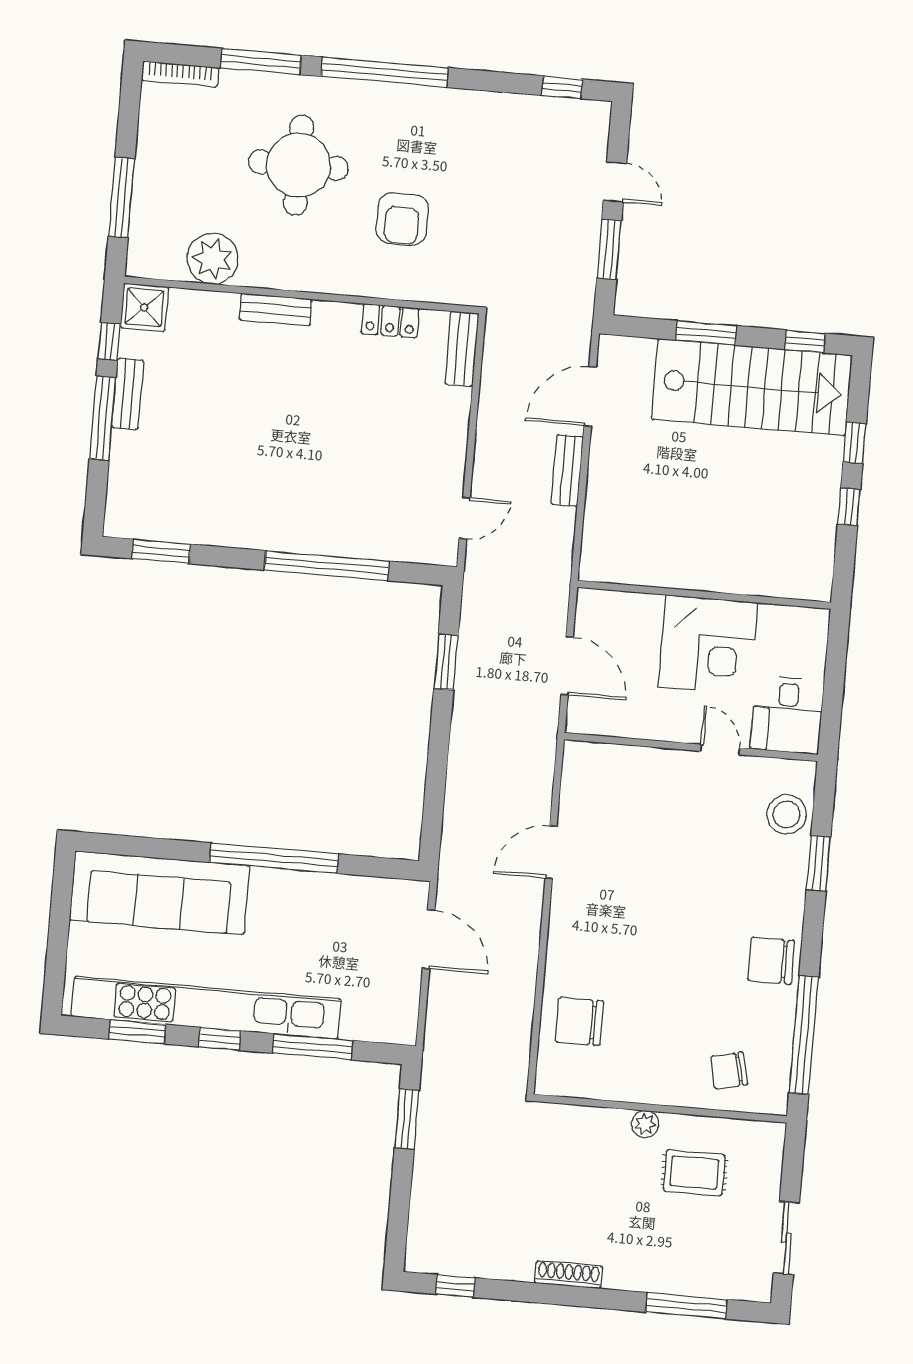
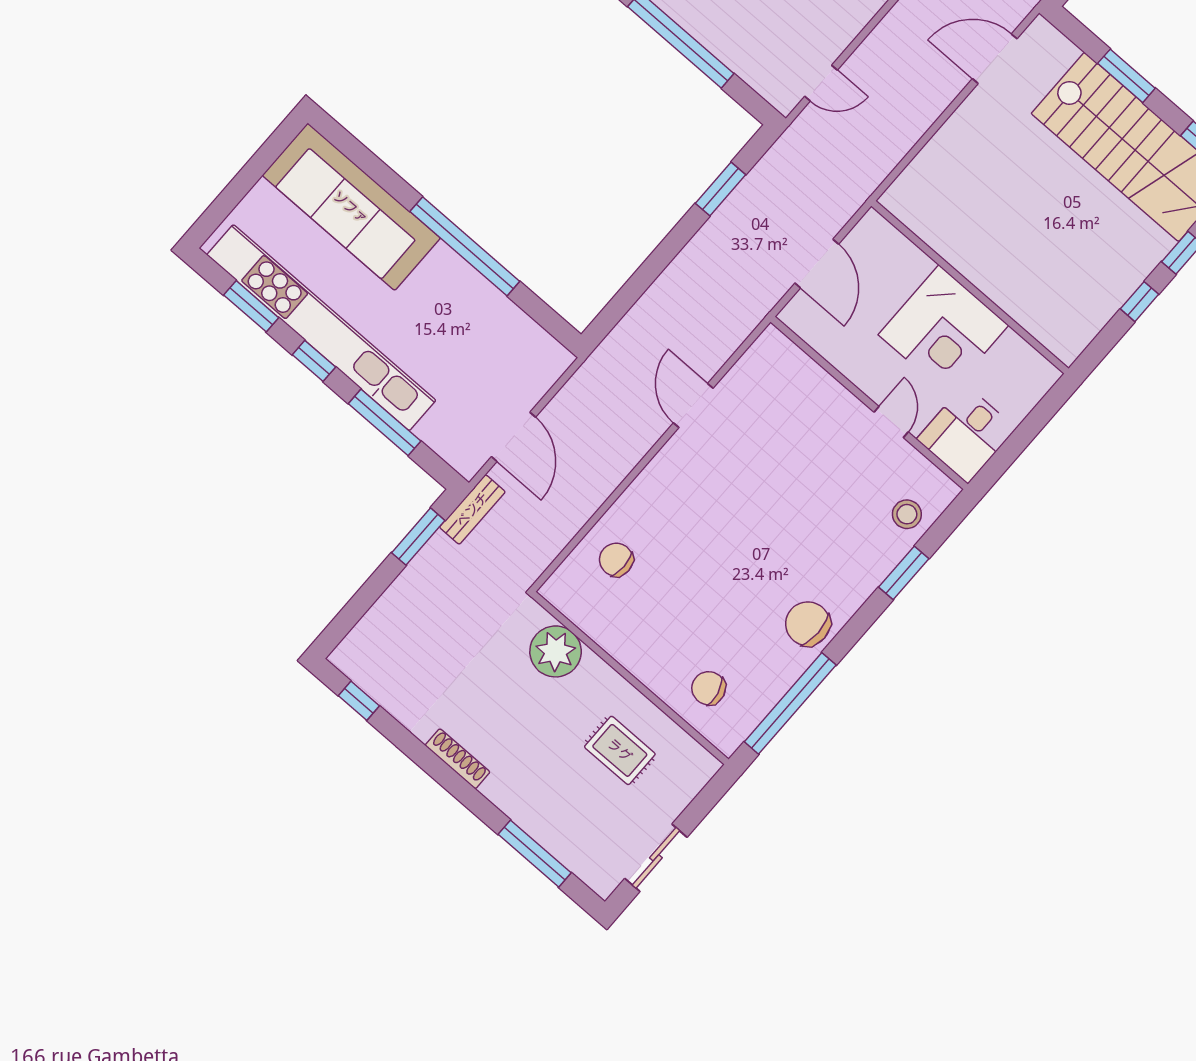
bench: (567, 471) -> (472, 509), moved
stool: (787, 814) -> (907, 514), width x0.73, depth x0.73
door: (551, 852) -> (693, 406), hinge flipped
door: (429, 939) -> (513, 437), moved
chair: (580, 1021) -> (616, 560), width x0.73, depth x0.73
plant: (645, 1124) -> (556, 651), moved, width x1.88, depth x1.88

